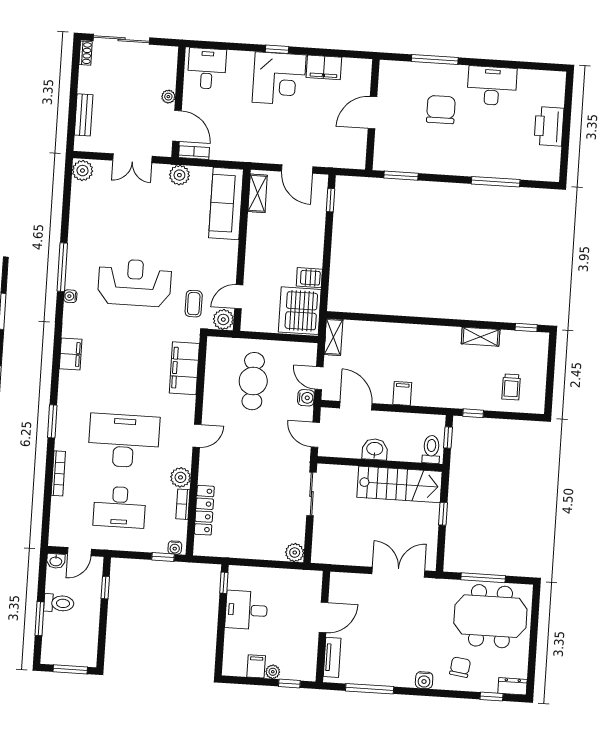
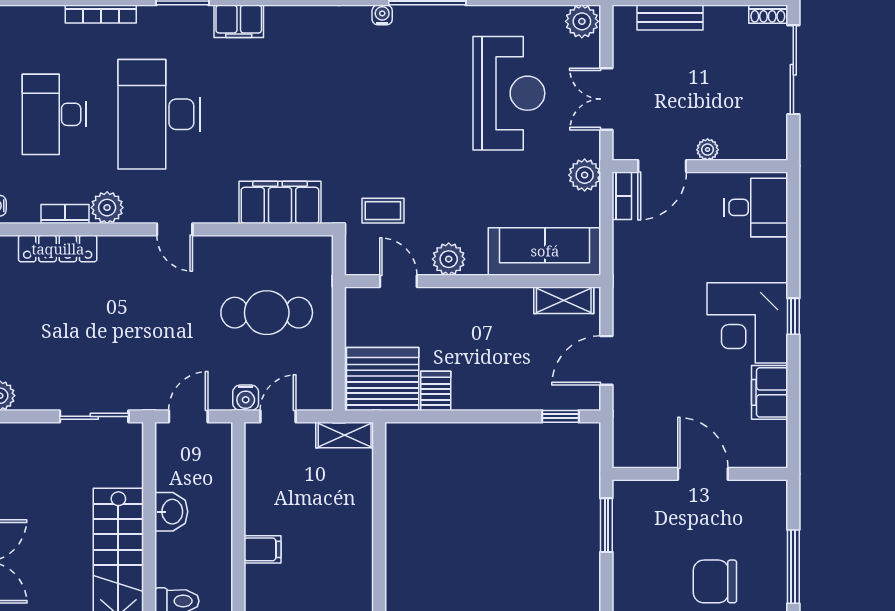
chair: (441, 110) -> (715, 581), turned 180
reception desk: (135, 283) -> (509, 93), moved
plant: (223, 319) -> (449, 259), moved
filing cabinet: (71, 354) -> (239, 21), moved
door: (356, 406) -> (238, 477), removed
desk: (124, 441) -> (159, 114), turned 180

